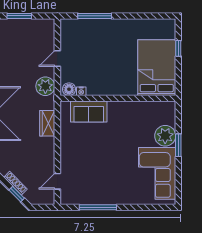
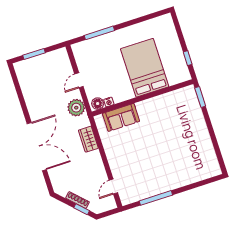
window: (178, 48) -> (188, 58), moved
bed: (157, 68) -> (145, 68), moved
plant: (165, 136) -> (194, 117), removed
window: (178, 145) -> (200, 97), moved
corner sofa: (157, 173) -> (198, 152), removed

